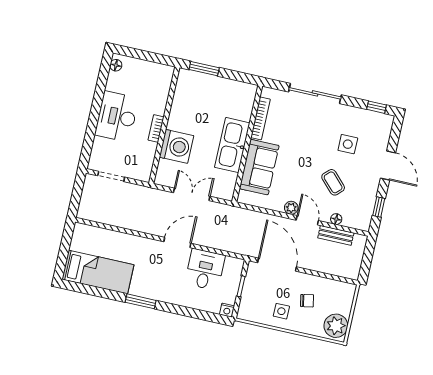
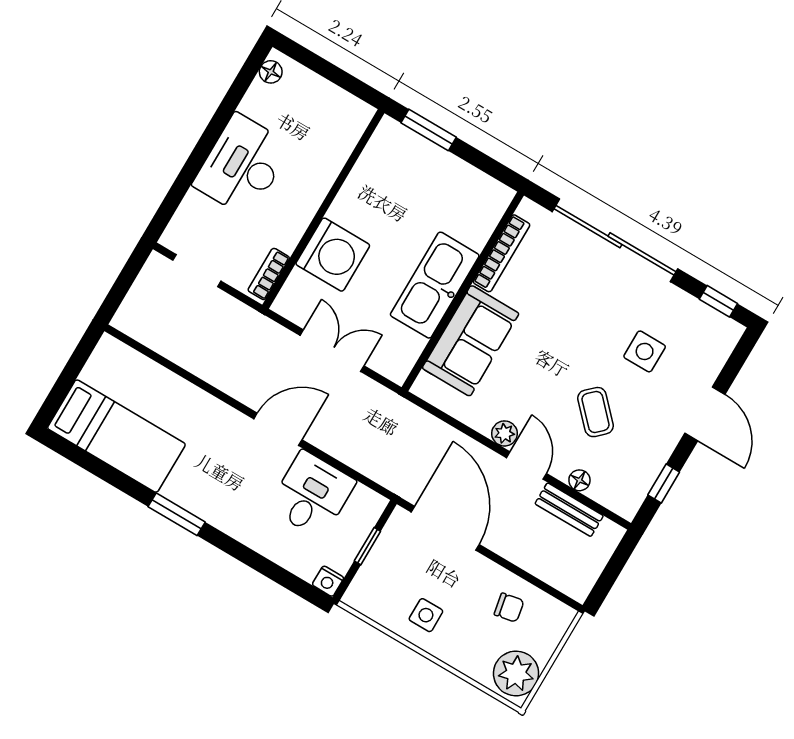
sliding door: (315, 93) -> (615, 240), width x1.36
bookcase: (156, 128) -> (269, 274), moved
chair: (307, 301) -> (509, 608), moved

